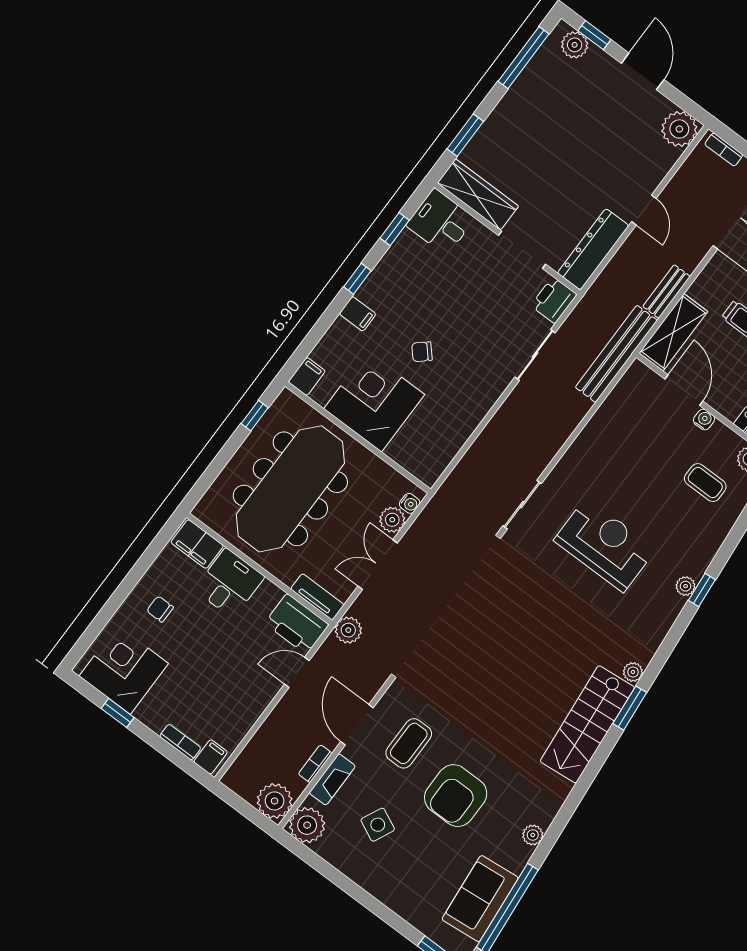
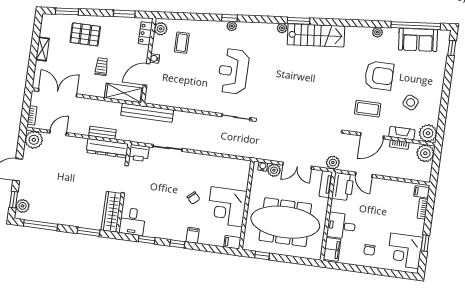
door: (644, 210) -> (58, 133), moved
bench: (667, 291) -> (102, 133), moved

